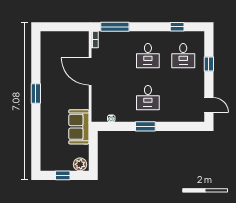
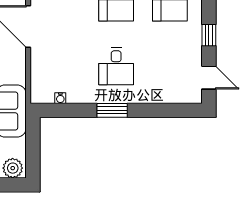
window: (209, 64) -> (209, 35), moved

